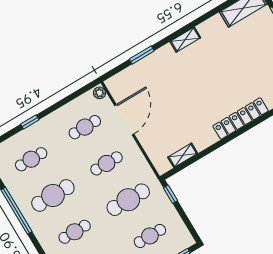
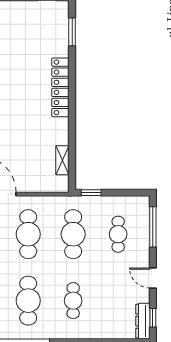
cafe table: (107, 163) -> (28, 234), width x1.37, depth x1.35

